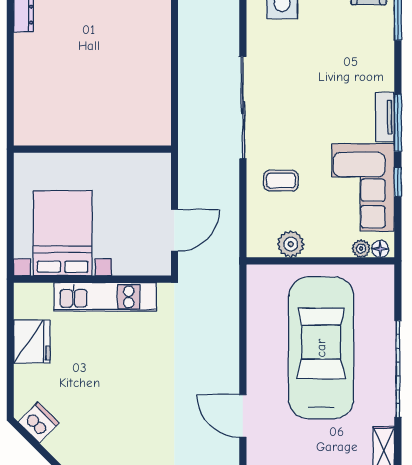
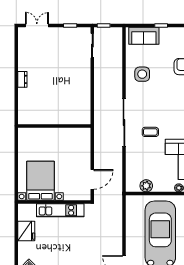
wall: (92, 149) -> (54, 126), moved
coffee table: (281, 181) -> (150, 132), moved

